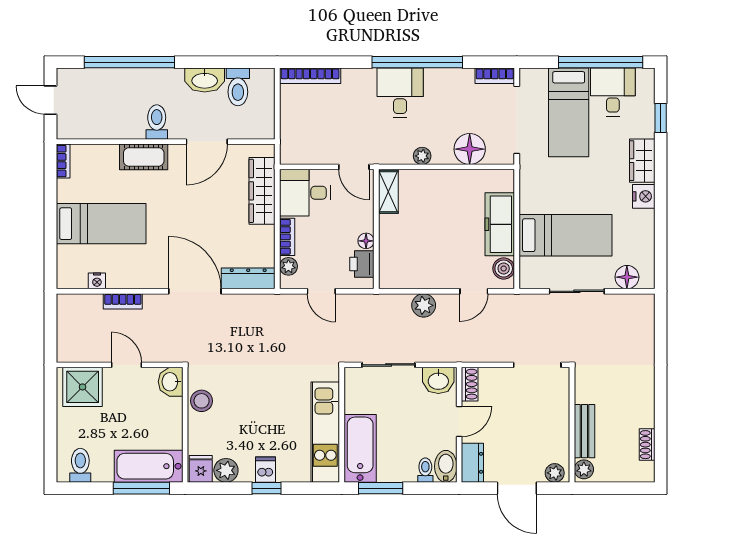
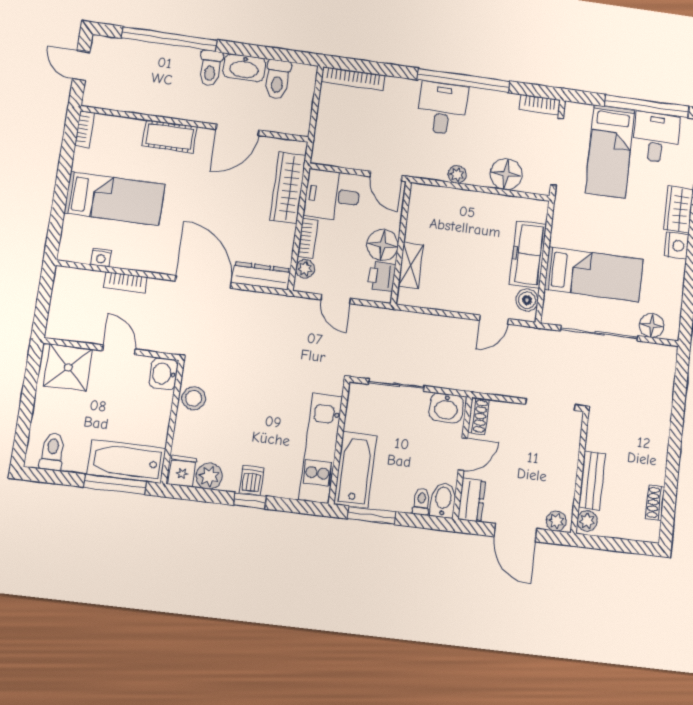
toilet: (157, 122) -> (210, 68), moved, turned 180
shelving: (388, 192) -> (411, 265), moved
floor lamp: (366, 241) -> (383, 245), width x1.89, depth x1.89
sliding door: (577, 291) -> (599, 333), width x1.37
plant: (424, 305) -> (440, 327), removed

